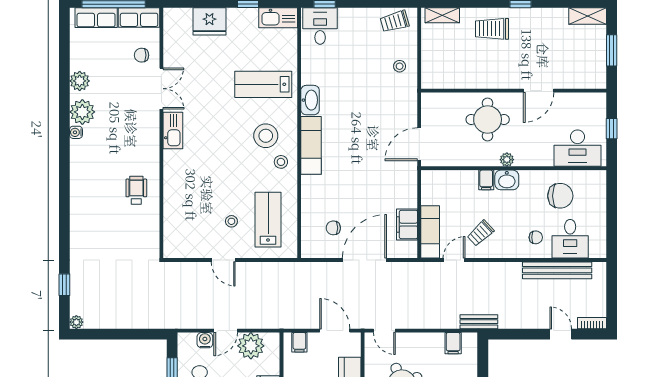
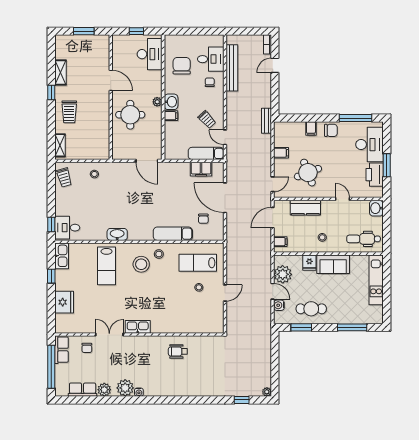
shelving: (588, 16) -> (61, 73), moved
row of seats: (96, 18) -> (83, 390), moved, turned -90
exam couch: (311, 145) -> (173, 234), moved
filing cabinet: (453, 343) -> (281, 153), moved

